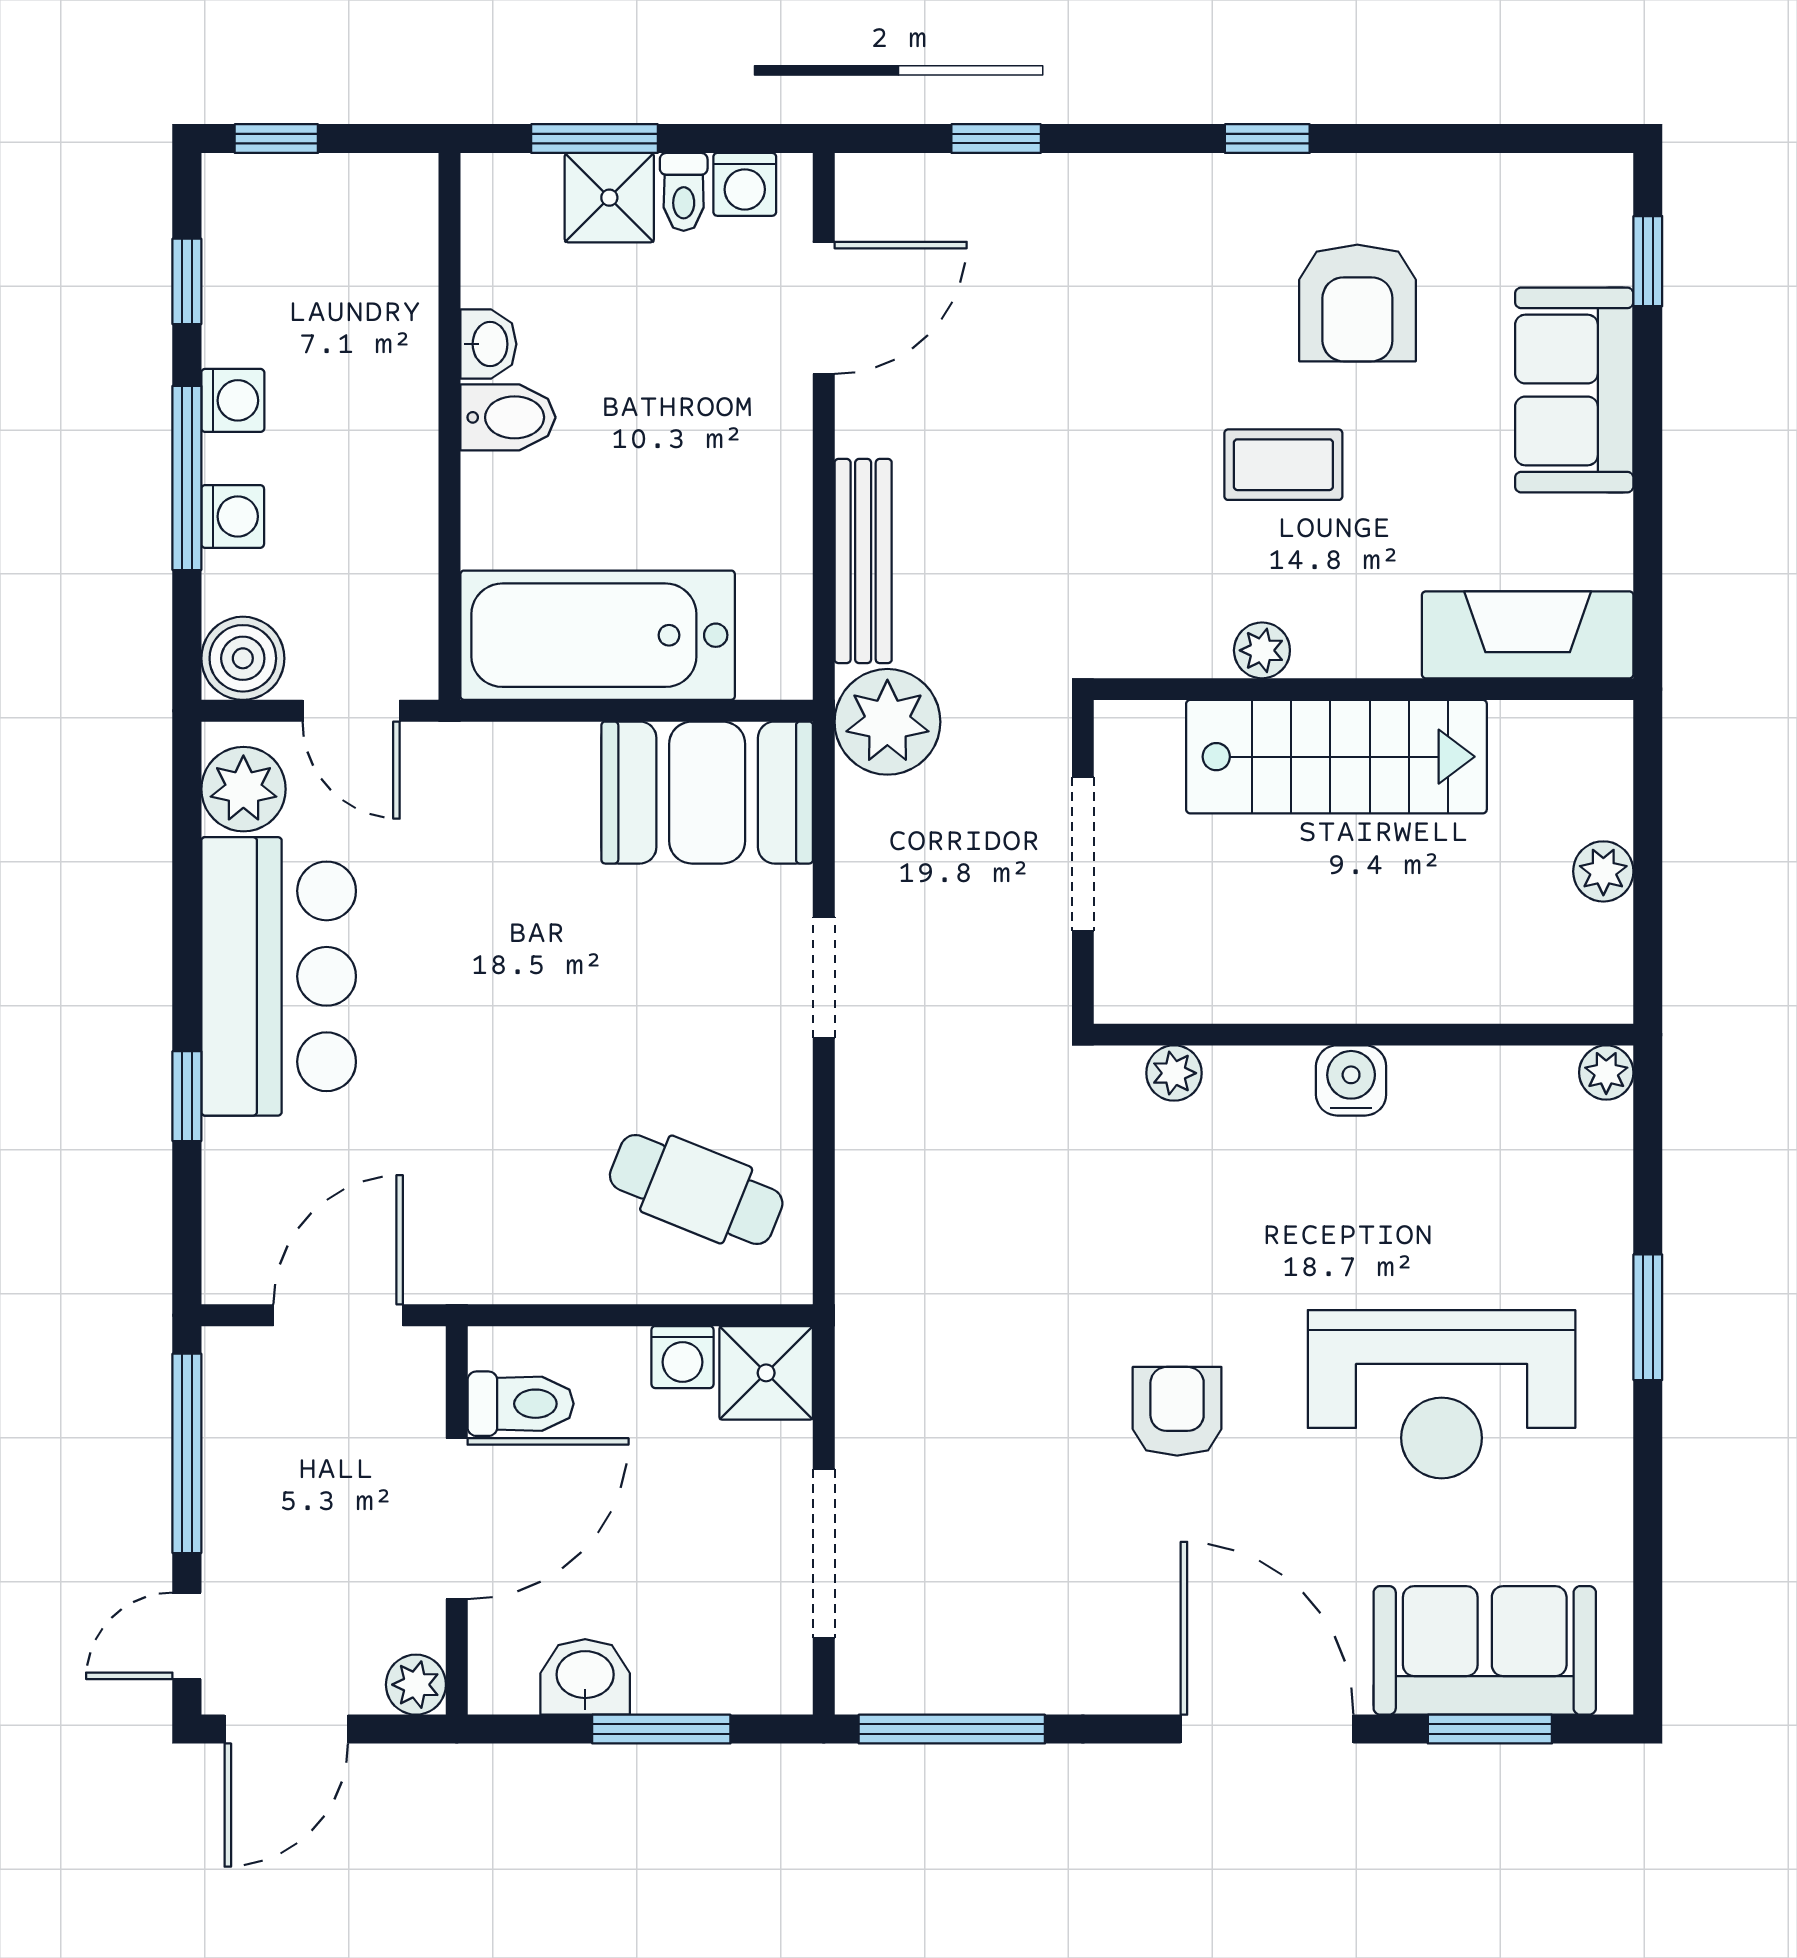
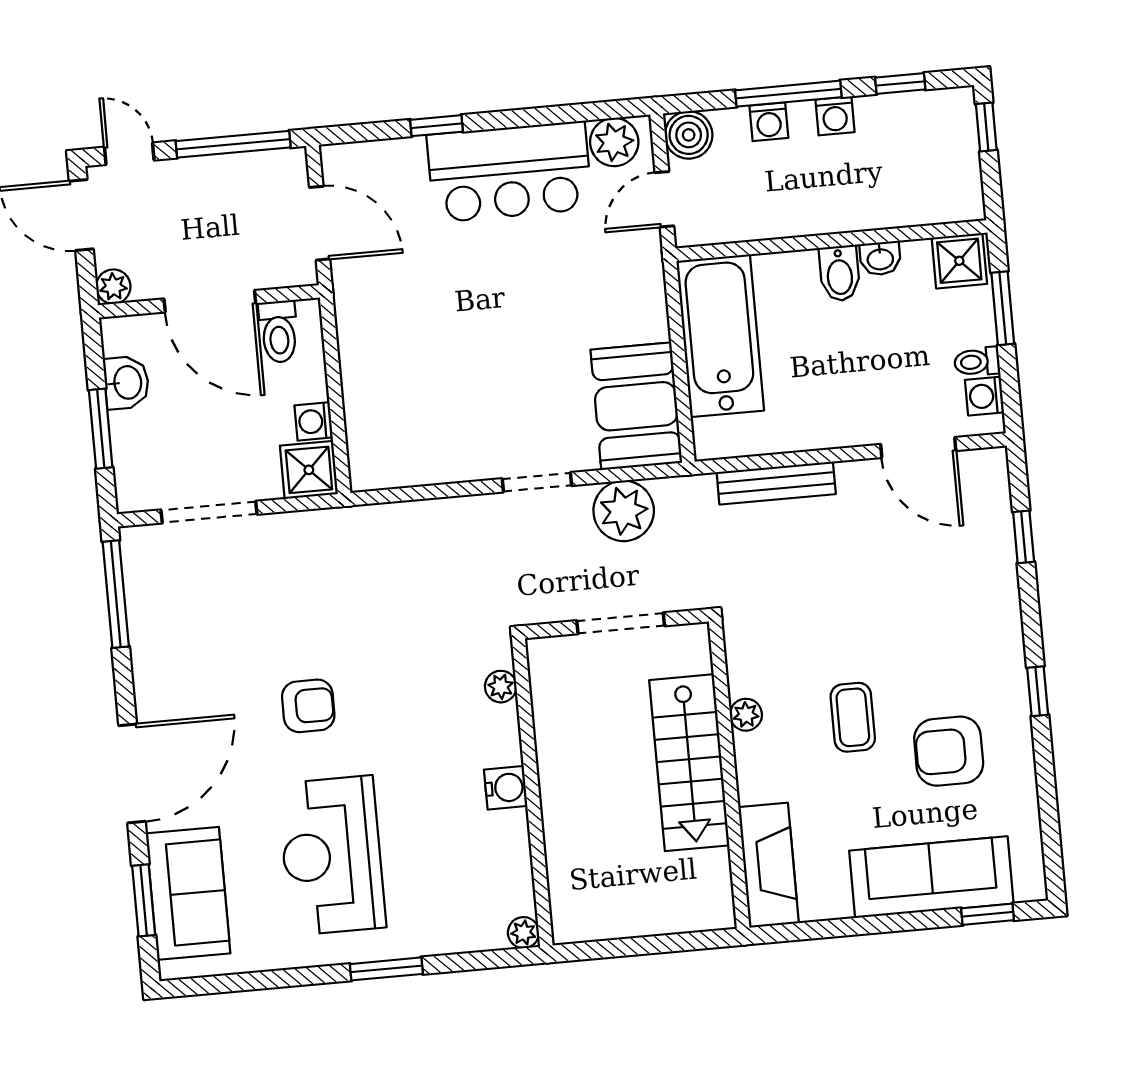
shower: (609, 198) -> (959, 261), moved
sofa: (1574, 390) -> (931, 877), width x1.36
plant: (887, 722) -> (624, 511), moved
plant: (1603, 871) -> (638, 921), removed
cafe table: (696, 1189) -> (410, 421), removed

